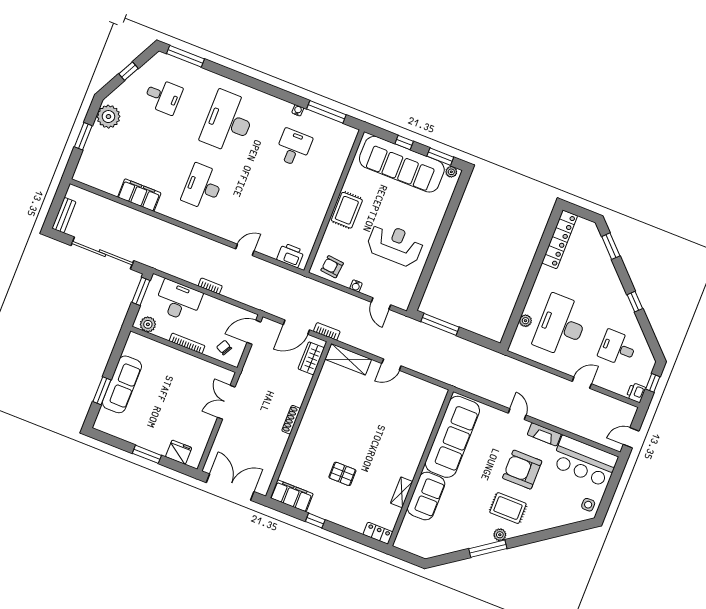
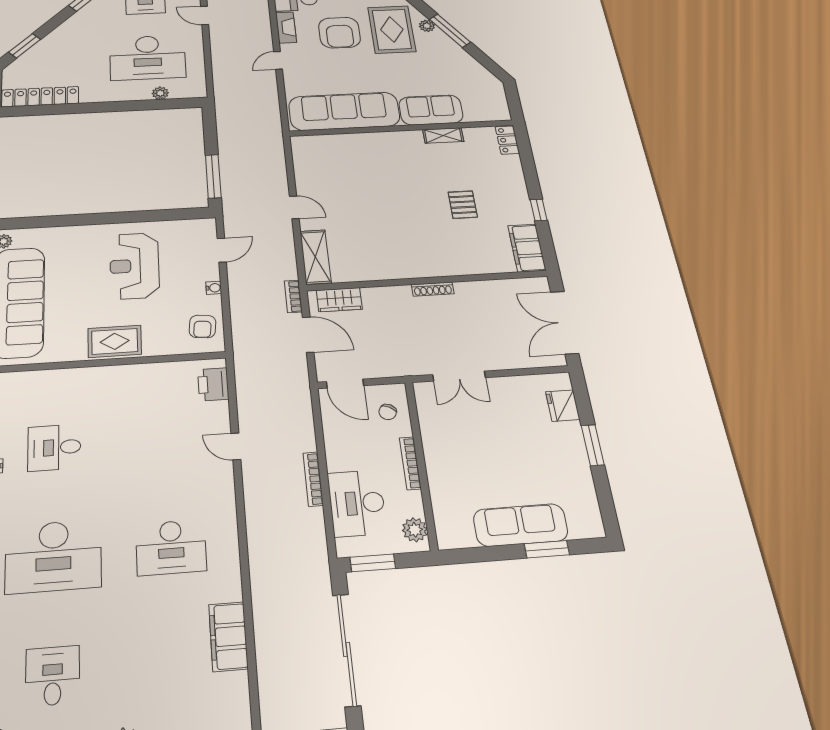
bookcase: (210, 286) -> (313, 479), width x1.56
rug: (508, 508) -> (392, 30), width x1.36, depth x1.43

